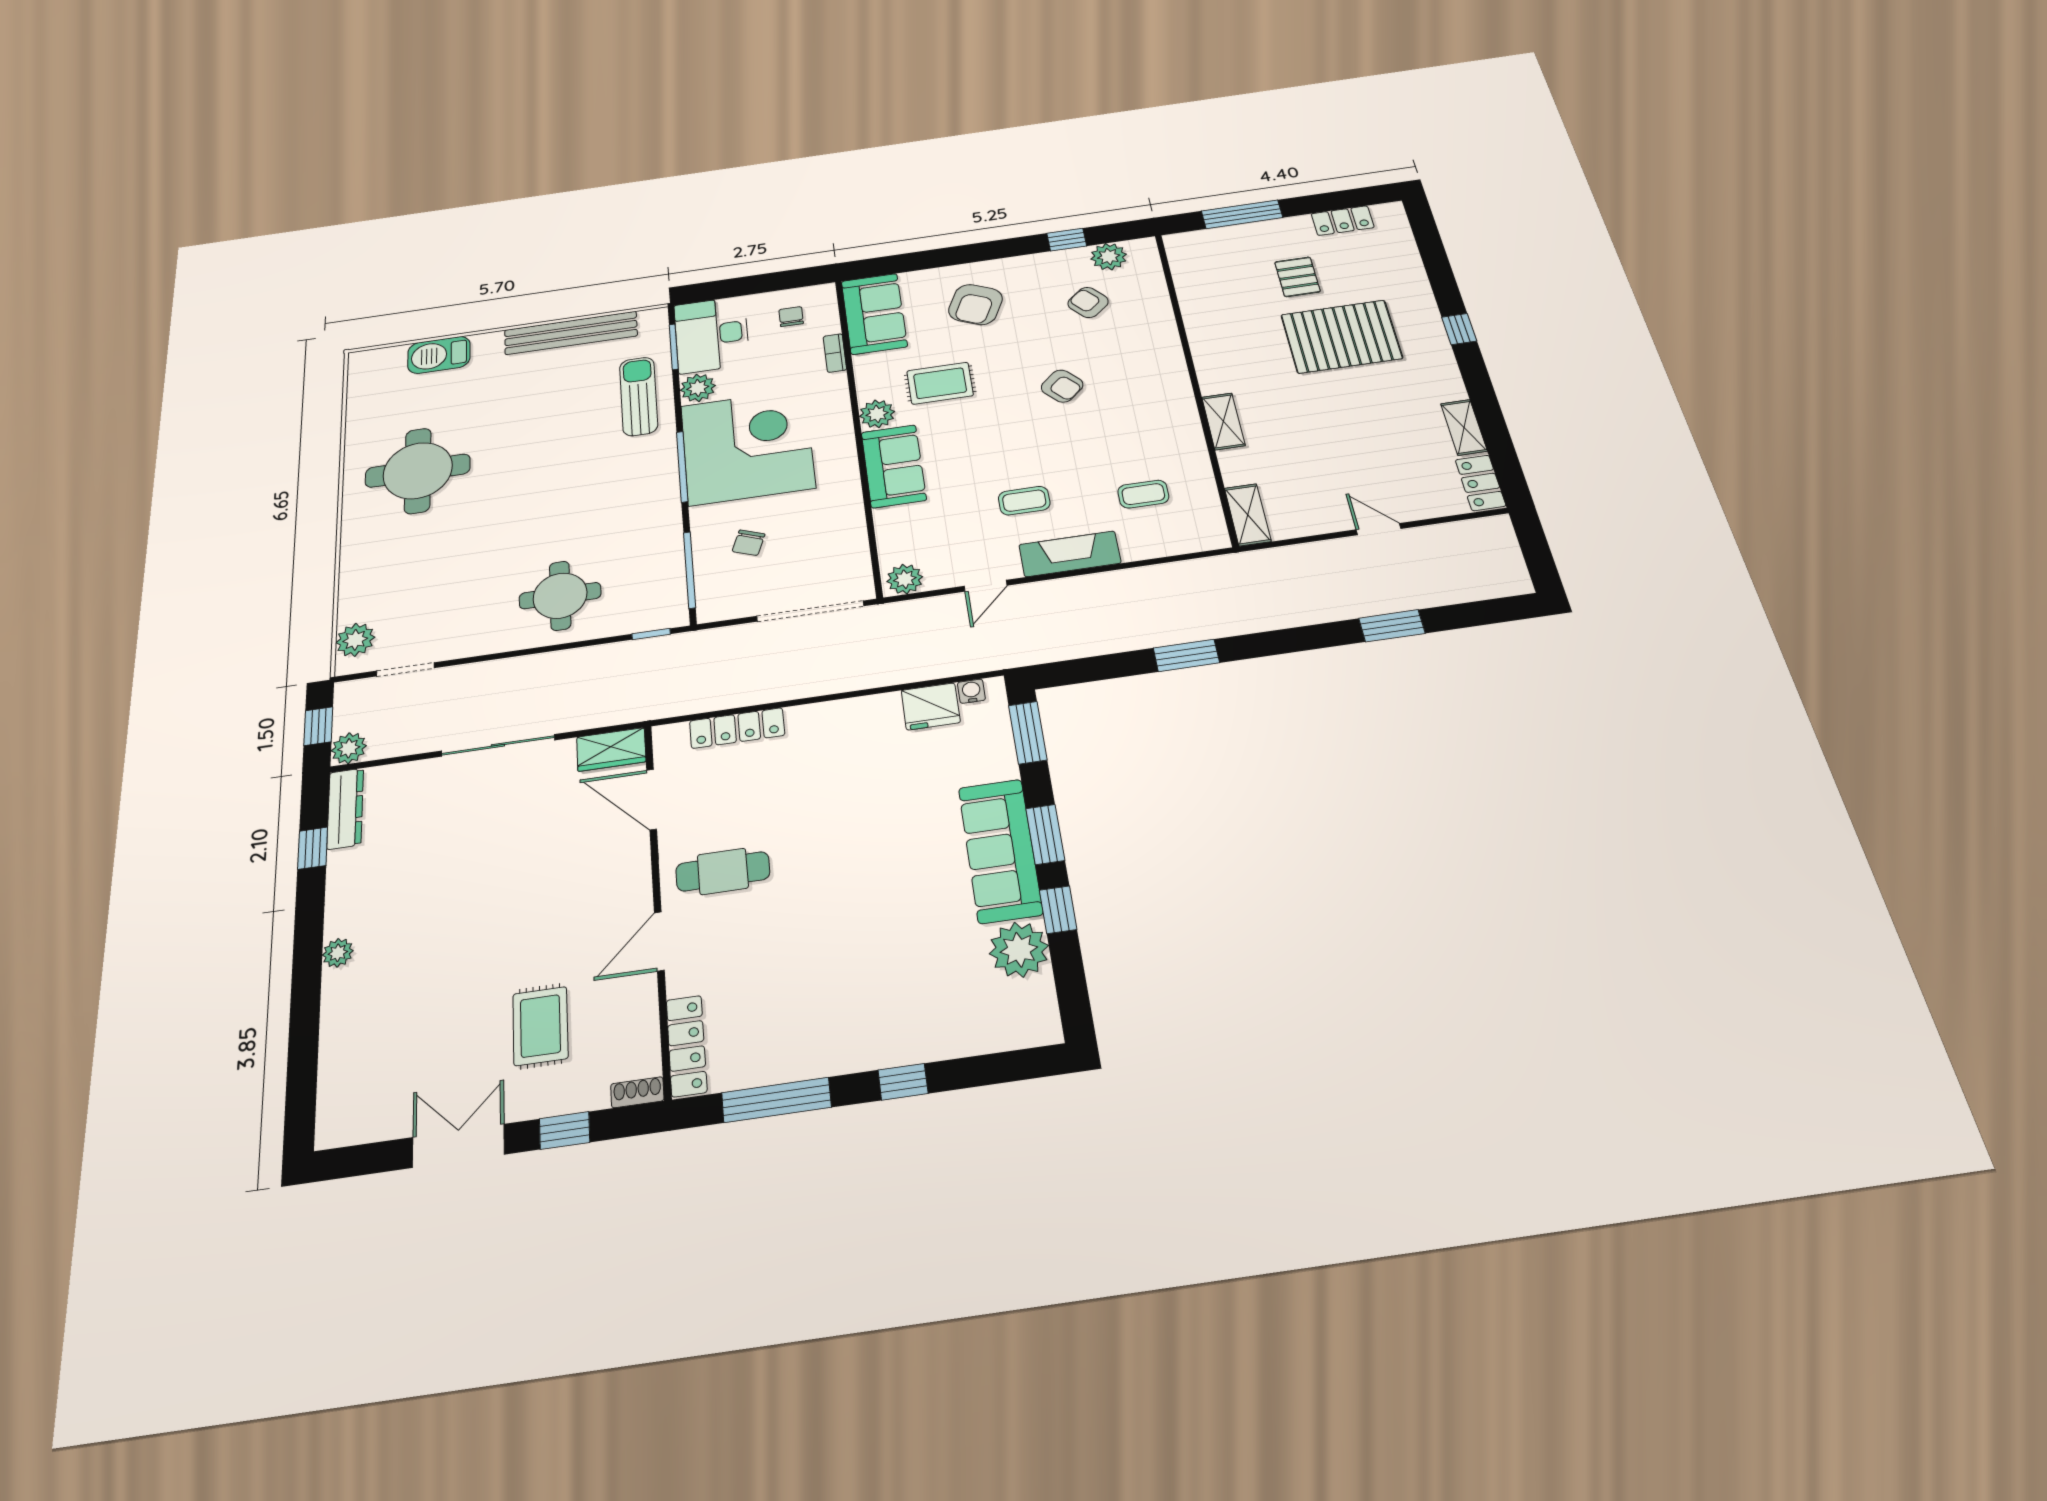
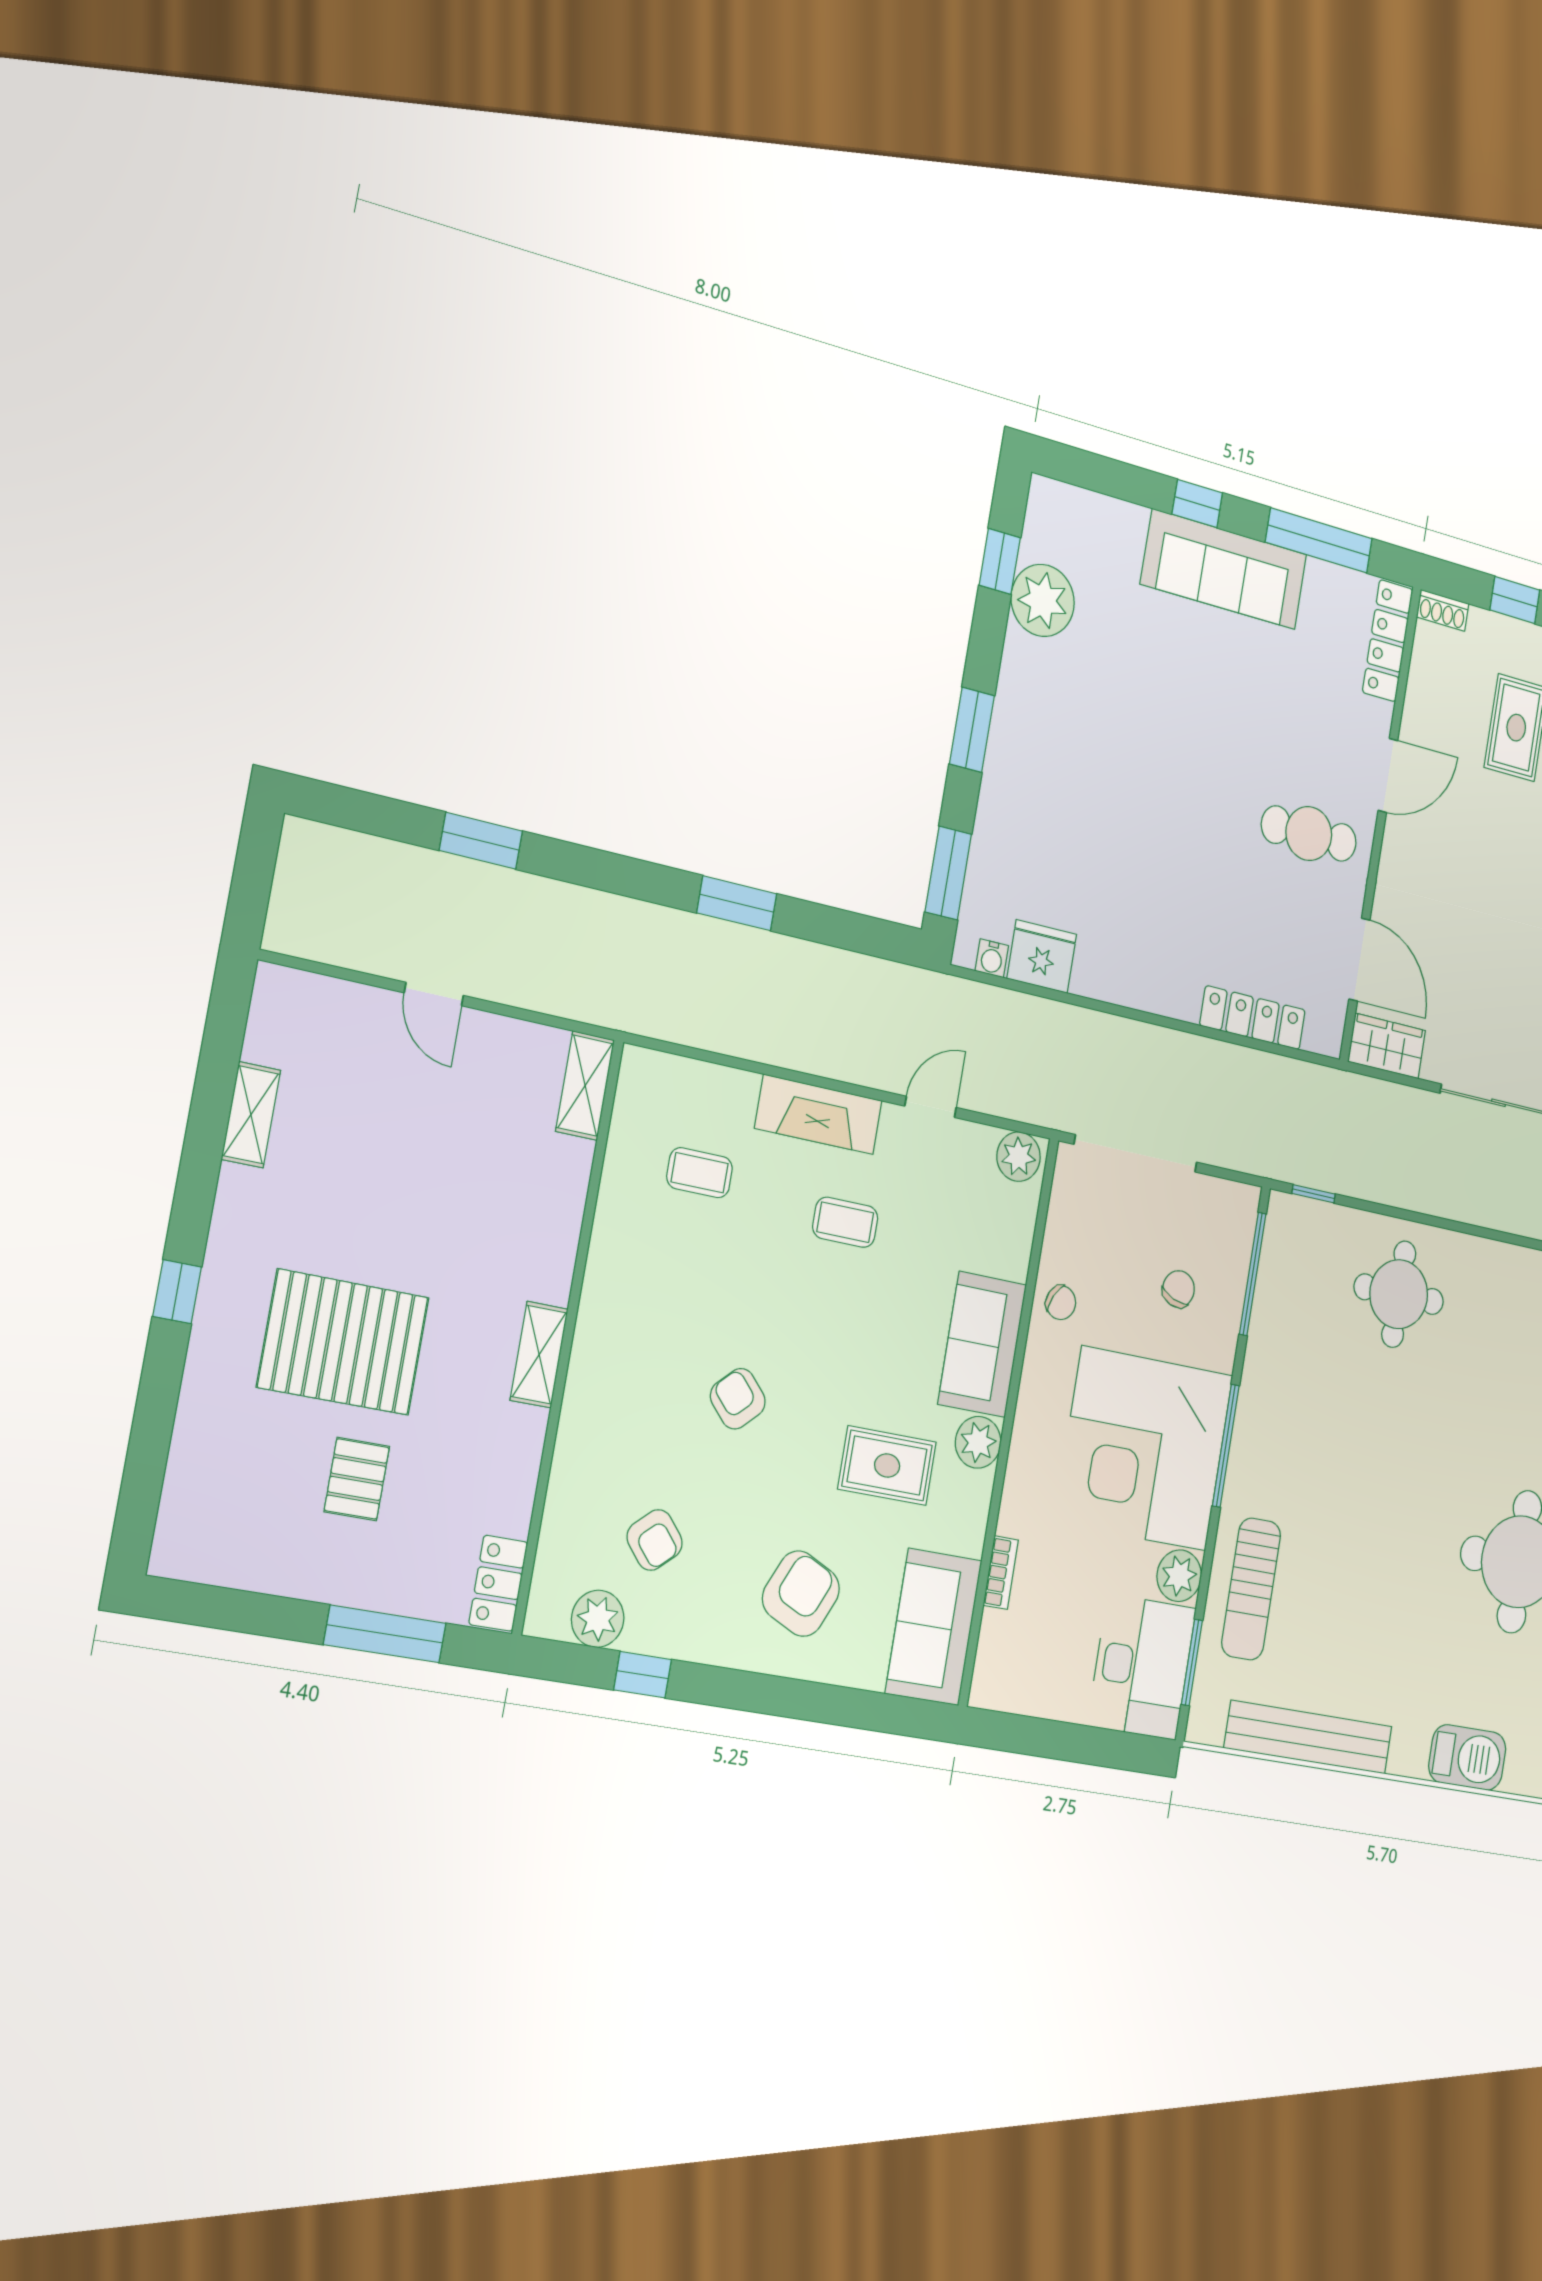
locker: (1343, 221) -> (498, 1583), moved, turned -90
chair: (791, 317) -> (1061, 1303), moved, turned -63
shelving: (1223, 421) -> (539, 1355), moved
locker: (1480, 483) -> (272, 1014), removed
sofa: (1000, 850) -> (1224, 569), moved, turned 90
window: (1058, 910) -> (1000, 561), moved

